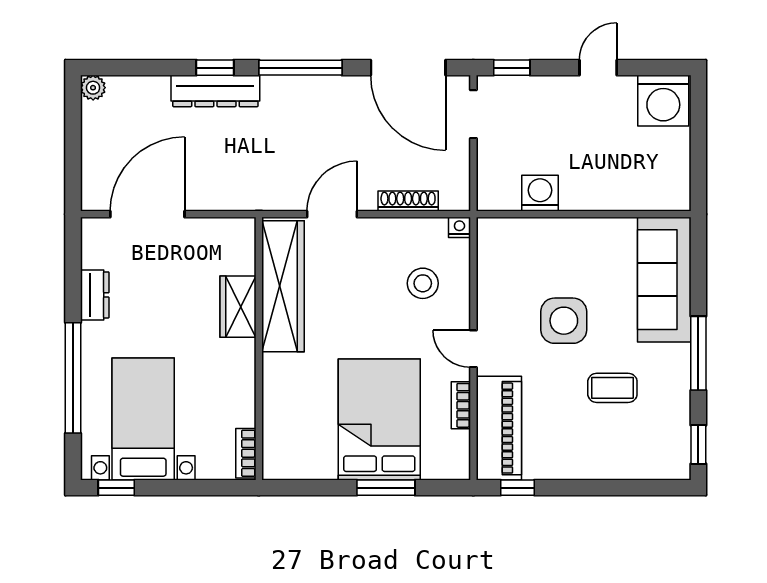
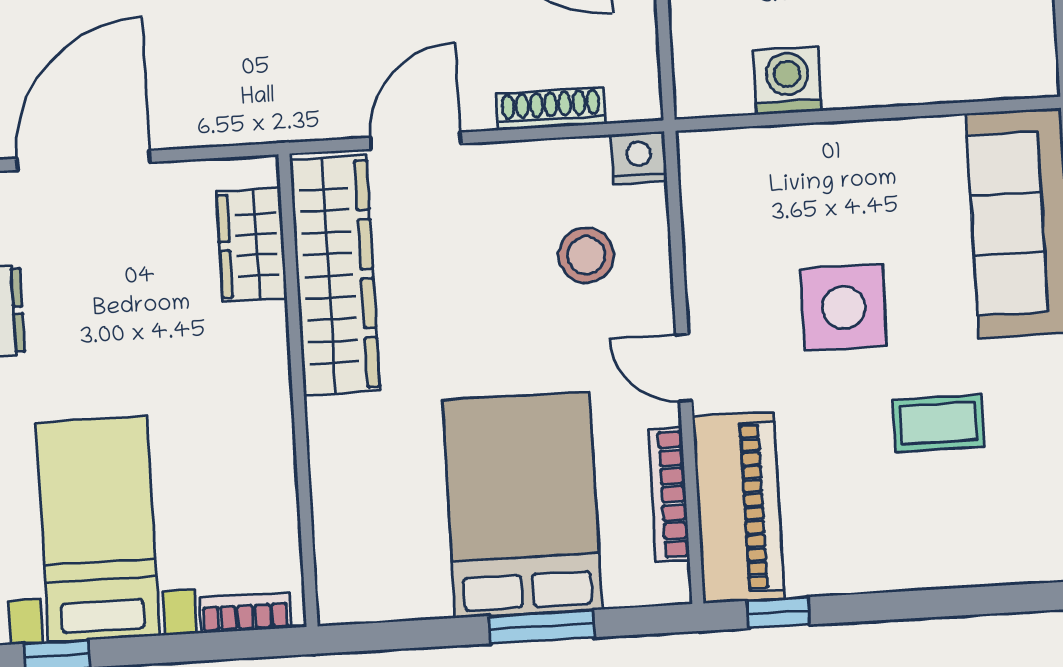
nightstand: (459, 227) -> (639, 158), width x1.39, depth x1.35
wardrobe: (238, 307) -> (252, 245), moved
bookcase: (461, 405) -> (669, 495), width x1.56
bookcase: (246, 453) -> (245, 613), moved, turned 90

